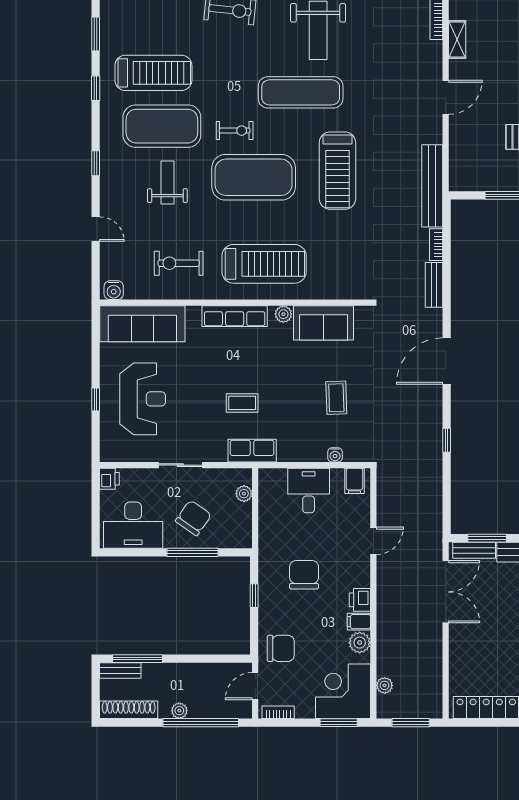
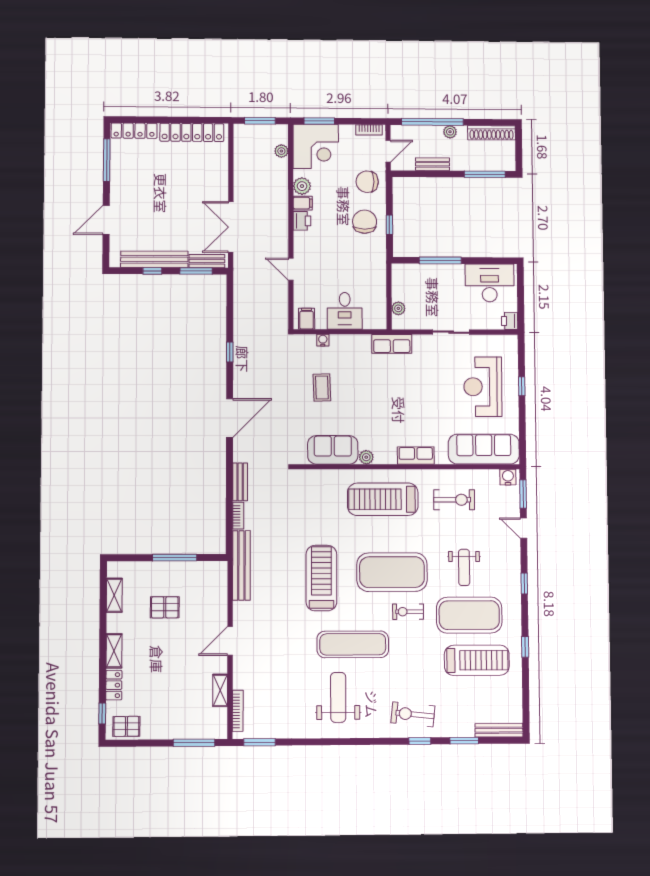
window: (96, 34) -> (523, 494), moved
treadmill: (153, 73) -> (477, 660), turned 180
row of seats: (235, 316) -> (416, 455), width x0.68
coffee table: (242, 403) -> (400, 383), removed
chair: (193, 518) -> (440, 289), removed
door: (373, 541) -> (291, 269), hinge flipped
chair: (304, 575) -> (365, 222), moved, turned 180
bench: (120, 670) -> (433, 164), moved

